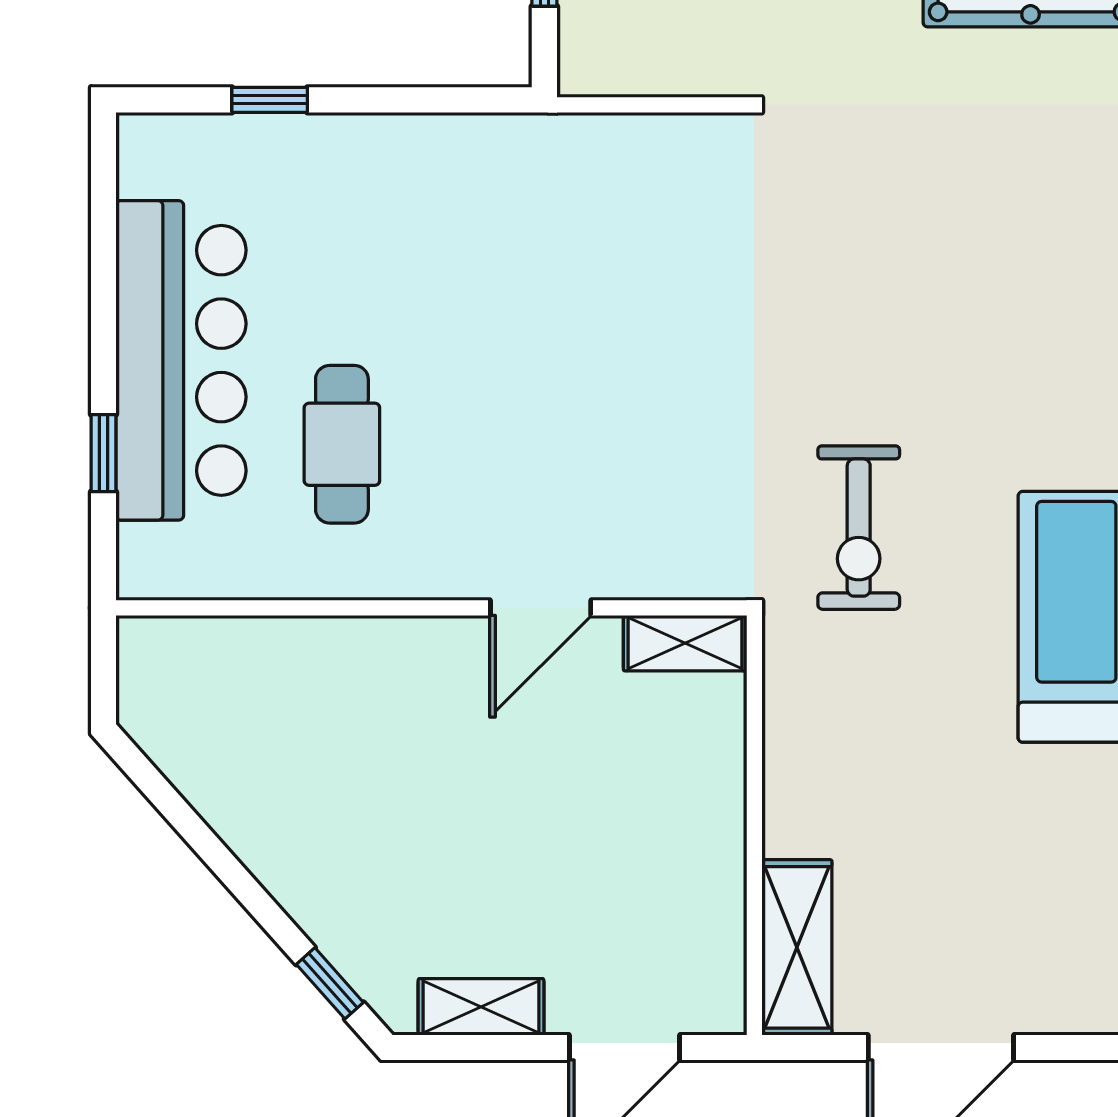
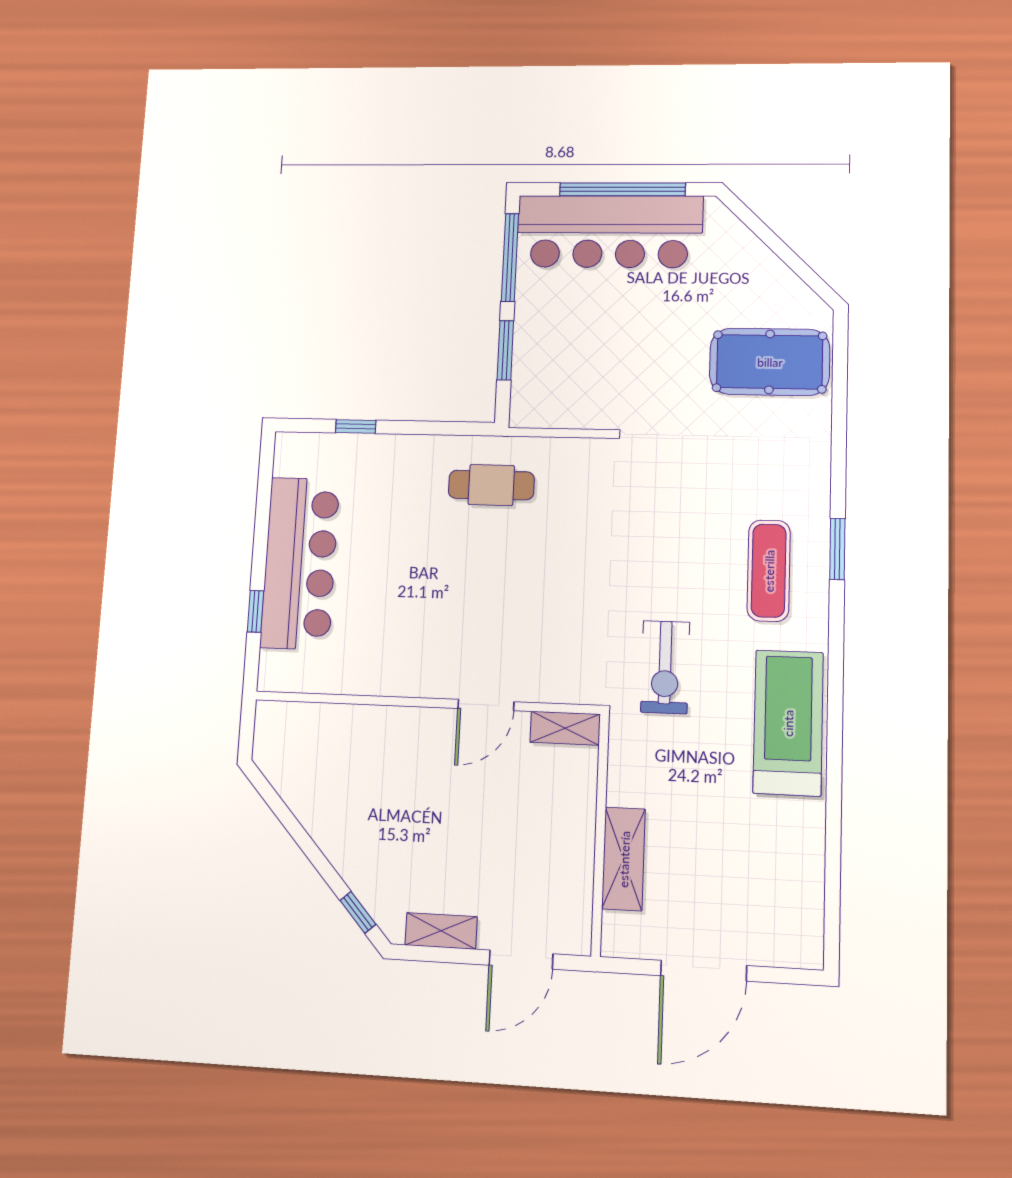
exercise mat: (1037, 349) -> (769, 571), added
cafe table: (342, 444) -> (491, 485), moved, turned 90
shelving: (797, 947) -> (624, 859), moved

